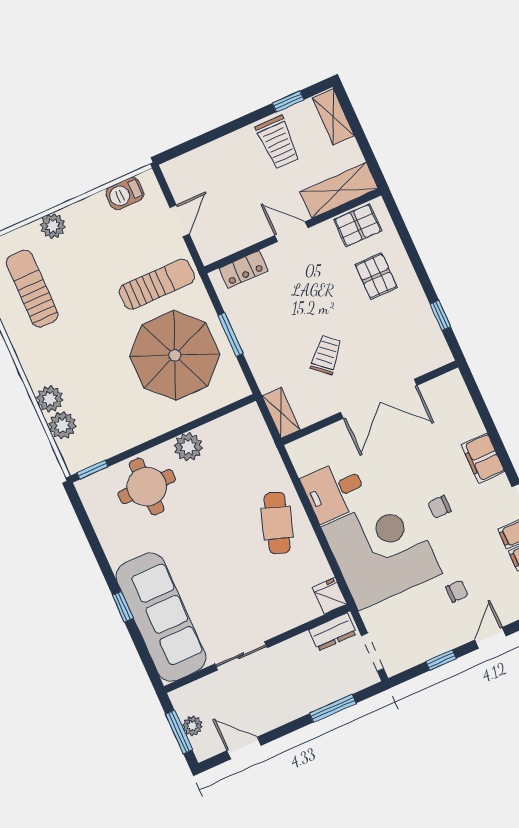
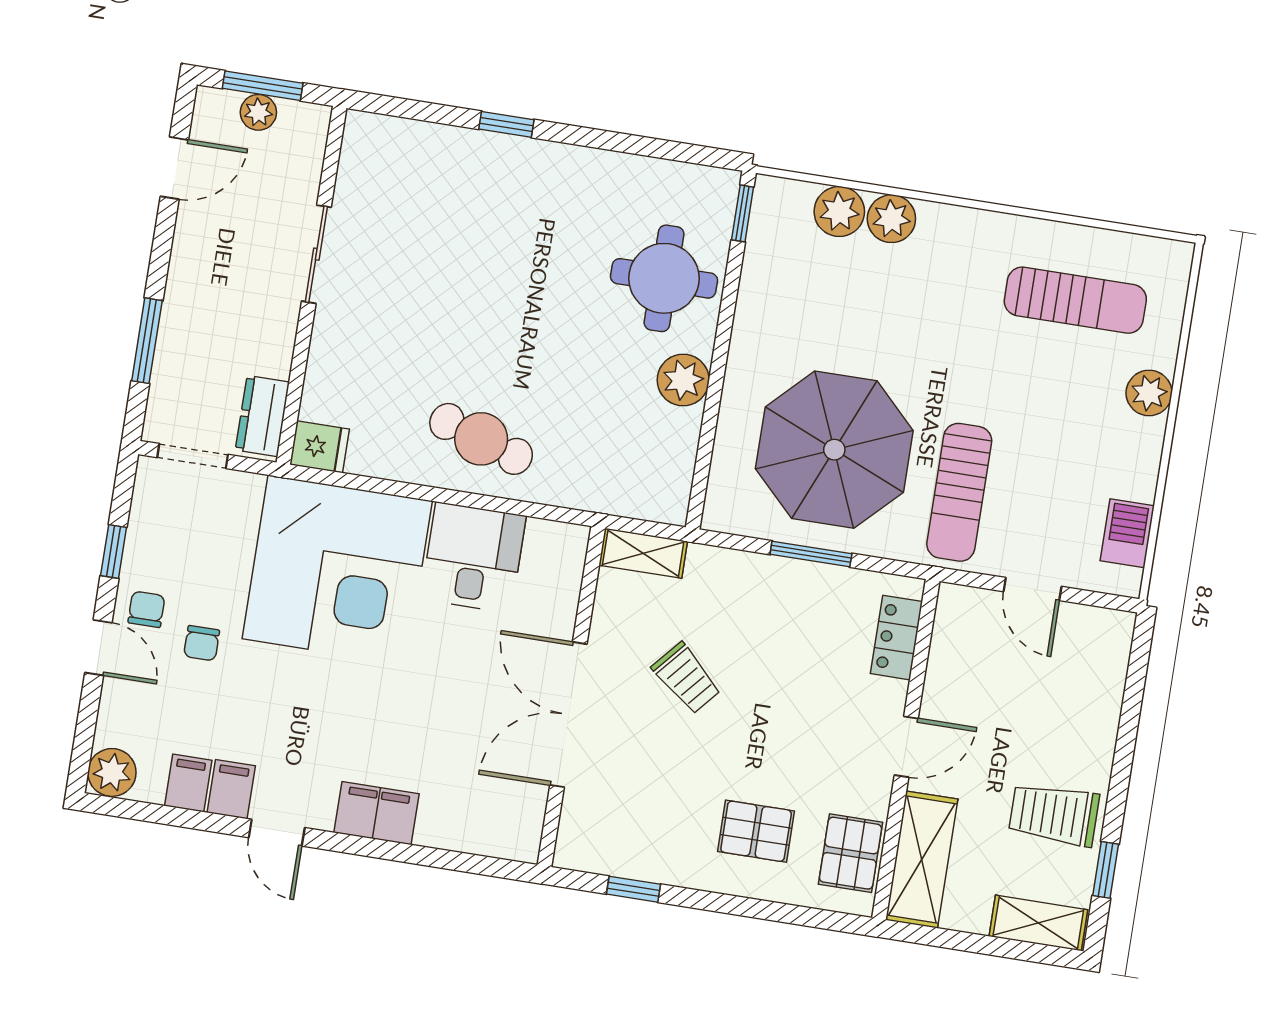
chair: (439, 507) -> (146, 609), moved
sofa: (161, 617) -> (453, 172), removed

